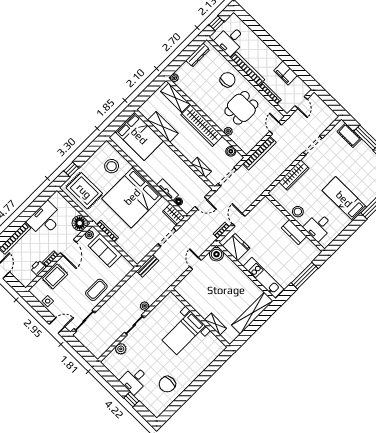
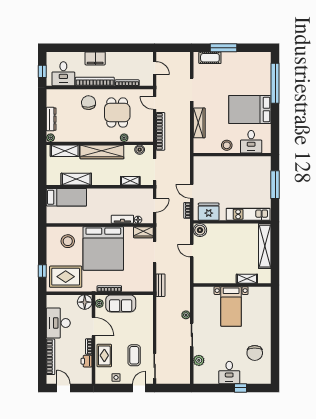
dresser: (198, 55) -> (51, 119), moved
filing cabinet: (286, 73) -> (95, 58), moved
bed: (139, 136) -> (66, 197), width x0.67
bed: (344, 199) -> (250, 109), width x1.50
kitchen counter: (294, 232) -> (238, 162), removed
coffee table: (96, 290) -> (134, 355), moved

